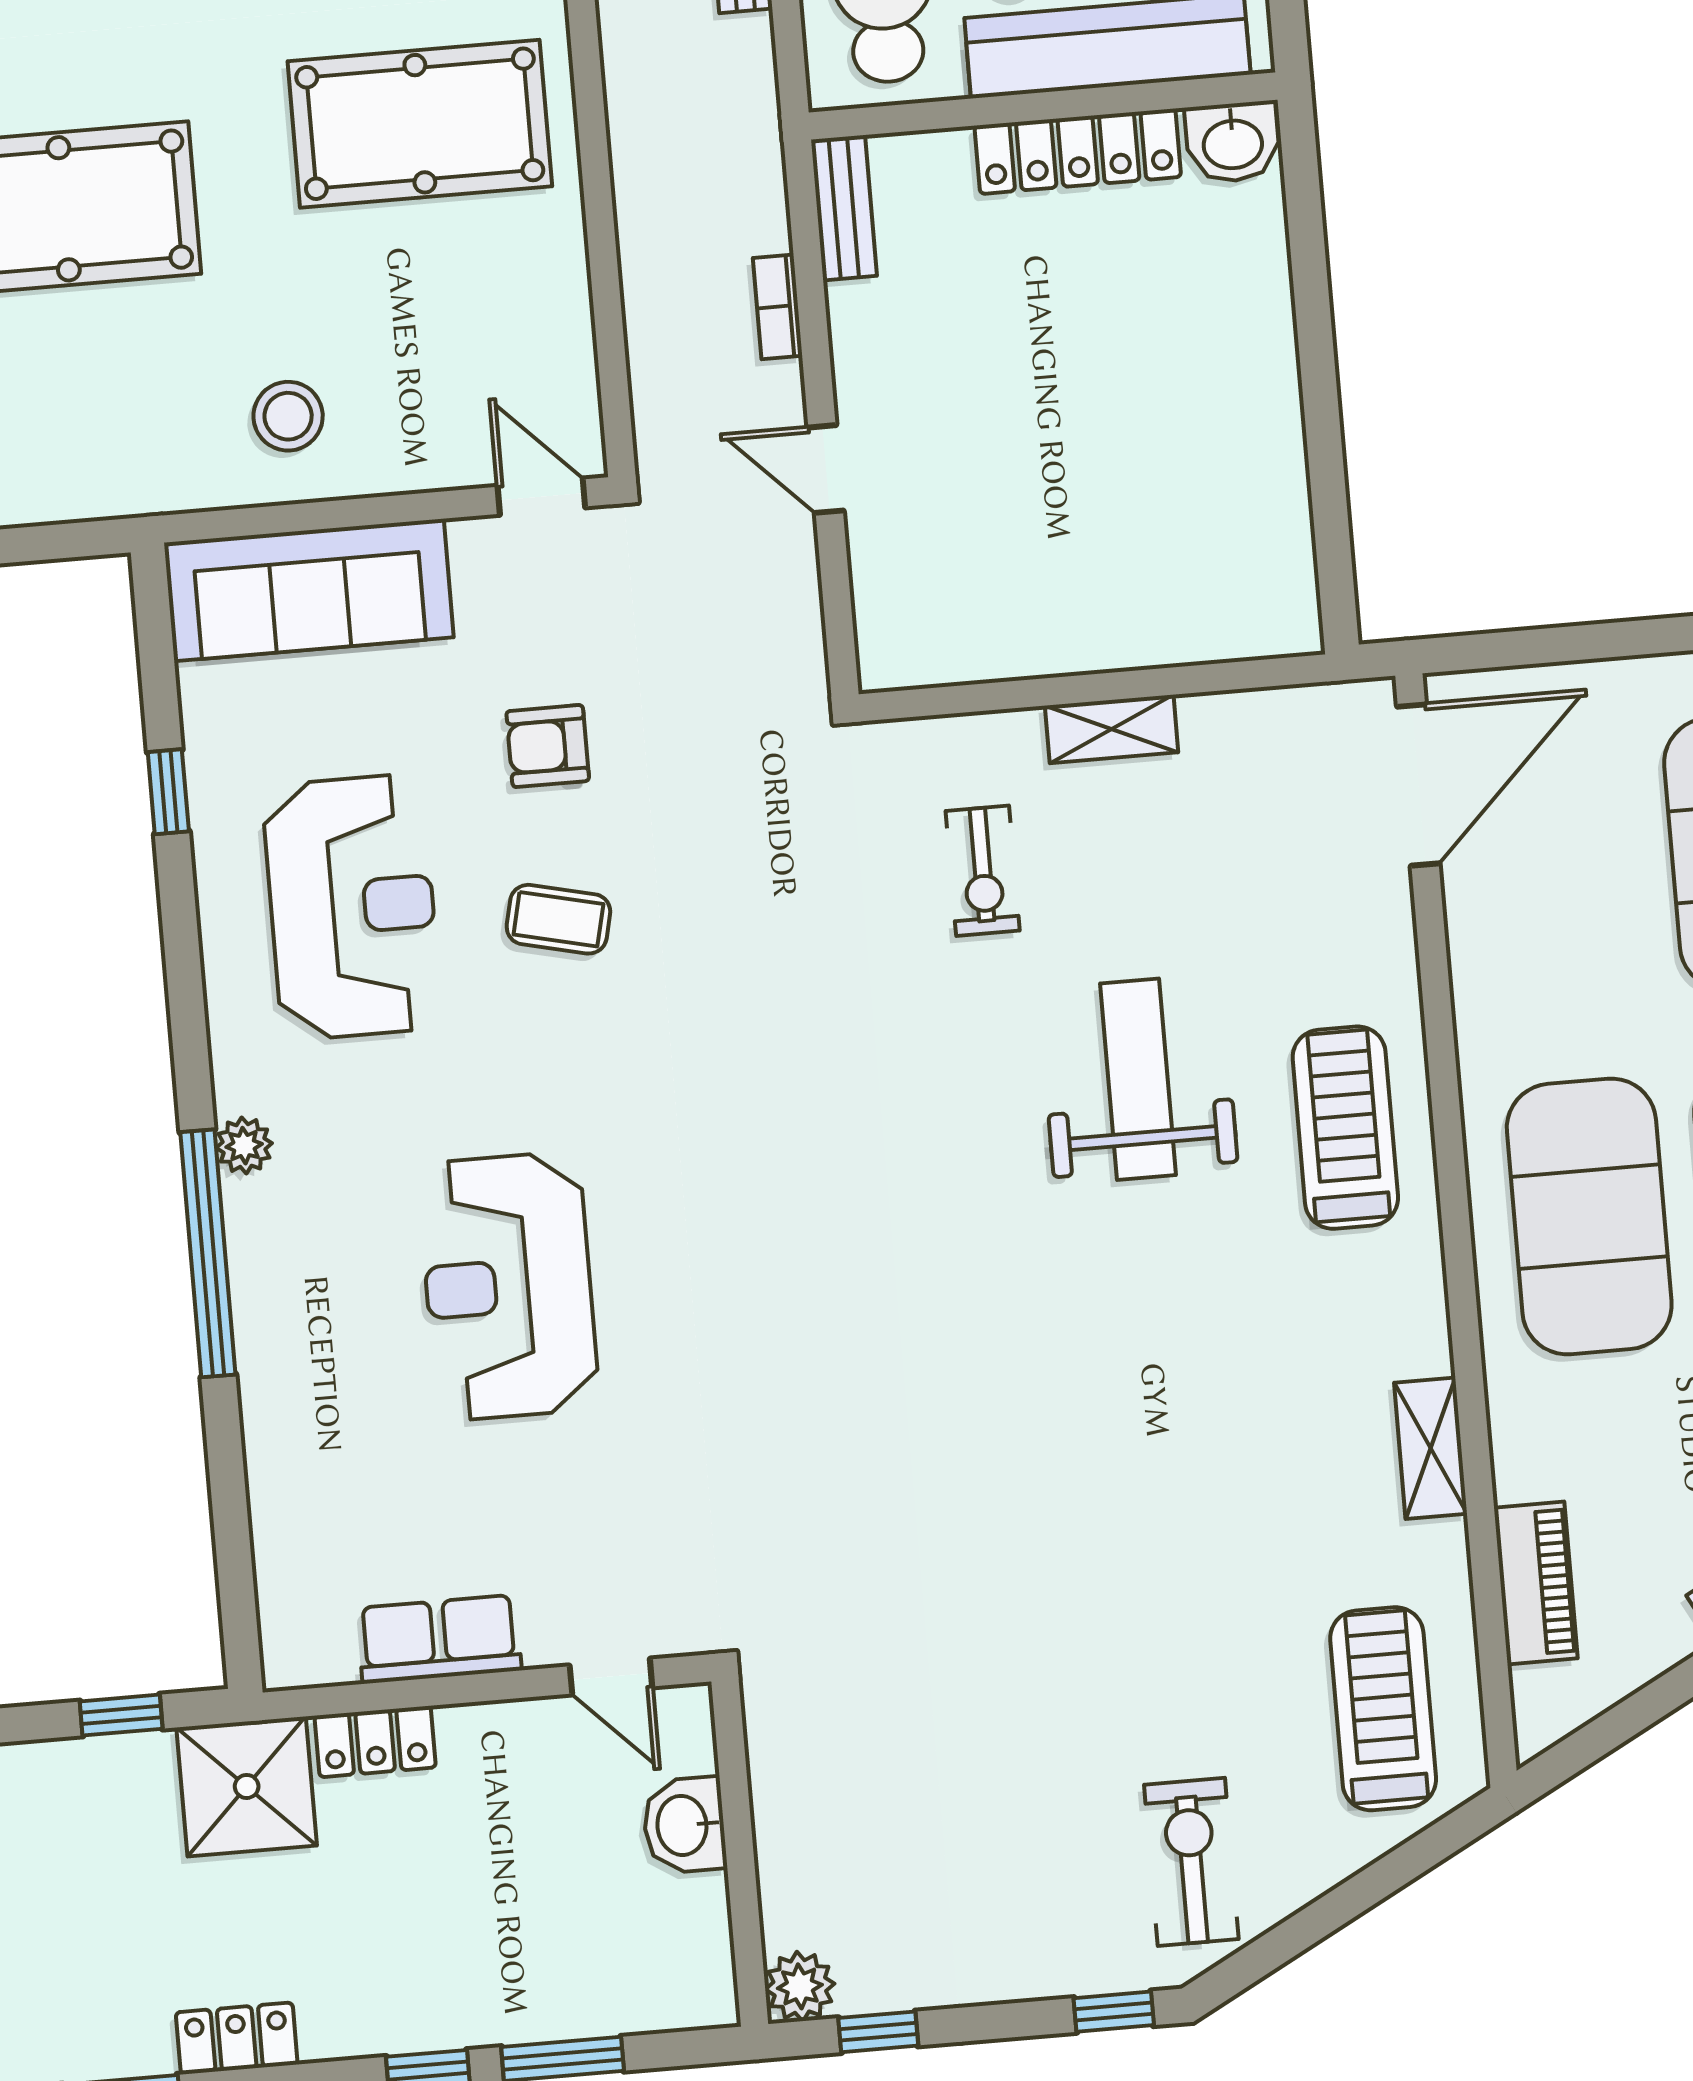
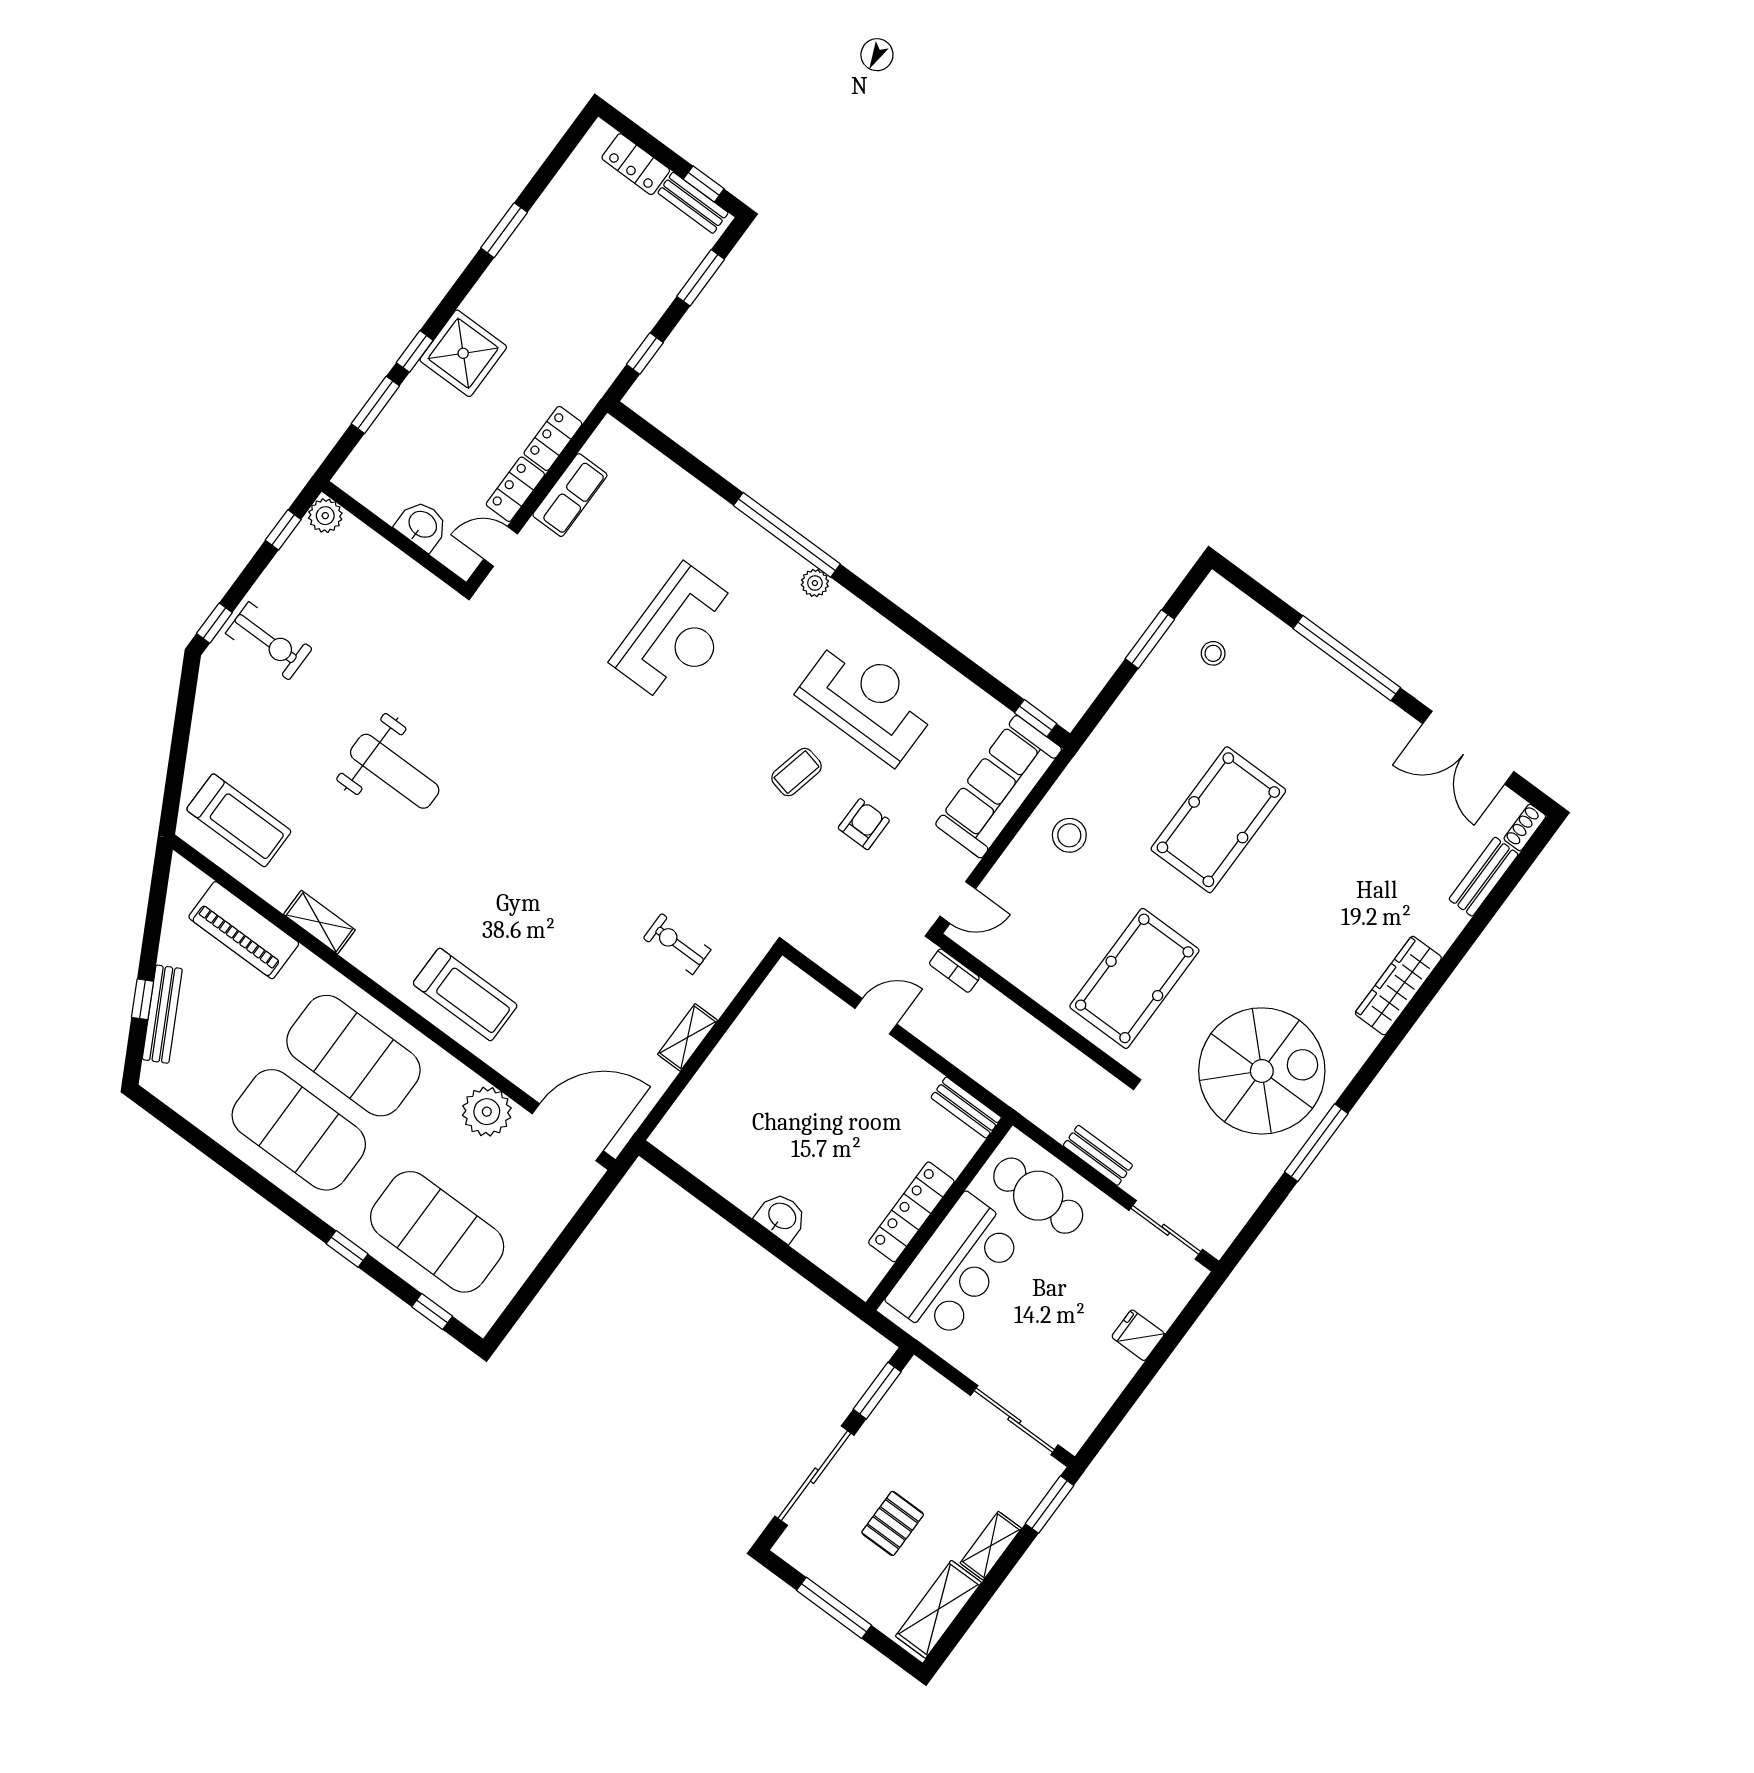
washbasin: (1233, 142) -> (782, 1217), moved, turned 90
bookcase: (778, 307) -> (954, 971), moved, turned 180
door: (1418, 785) -> (568, 1132), swing flipped
window: (168, 792) -> (1036, 718), moved
reception desk: (352, 907) -> (868, 700), turned 180
plant: (1496, 937) -> (487, 1112), added
weight bench: (1138, 1079) -> (395, 771), moved
reception desk: (508, 1286) -> (678, 635), turned 90
piano: (1536, 1583) -> (244, 930), width x1.37, depth x1.33
shower: (247, 1786) -> (463, 353), moved
exercise bike: (1191, 1862) -> (269, 641), moved
locker: (237, 2038) -> (515, 489), moved, turned 180

